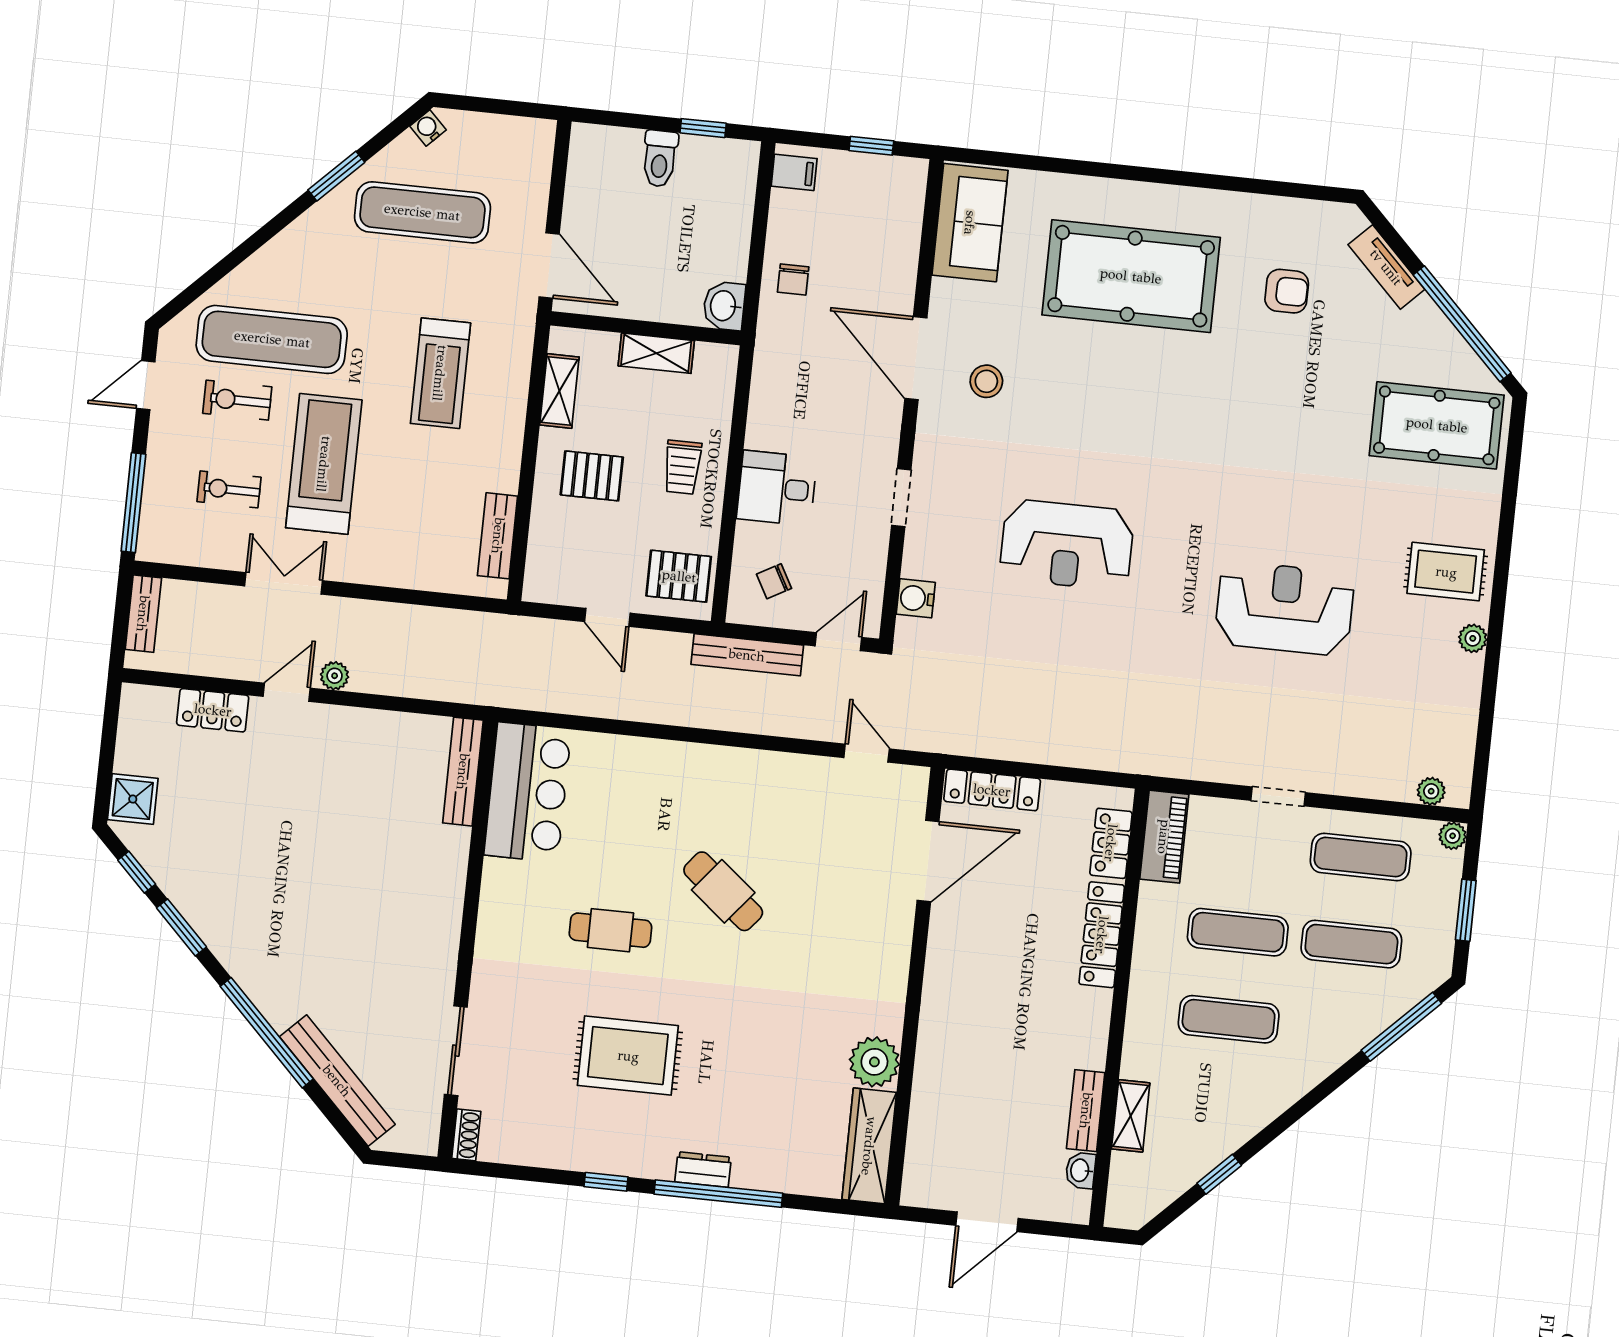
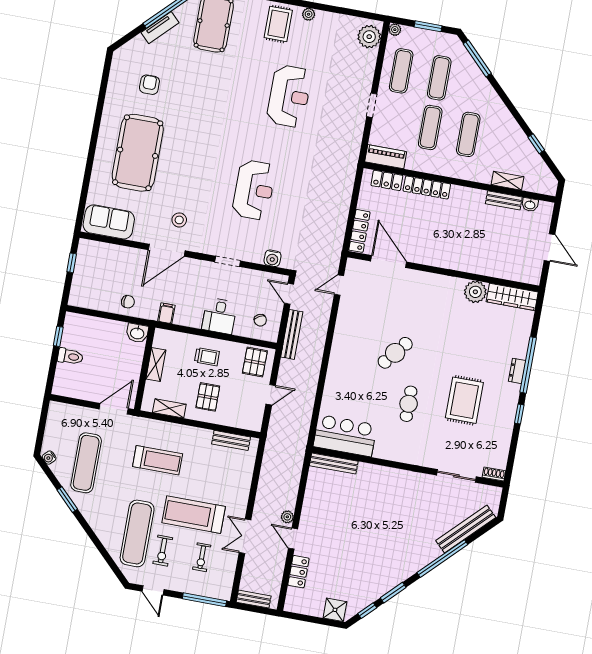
filing cabinet: (794, 172) -> (166, 313), moved
tv unit: (1386, 267) -> (160, 28), moved
reception desk: (1284, 608) -> (289, 96), turned 180
plant: (1431, 791) -> (369, 37), width x1.88, depth x1.88

